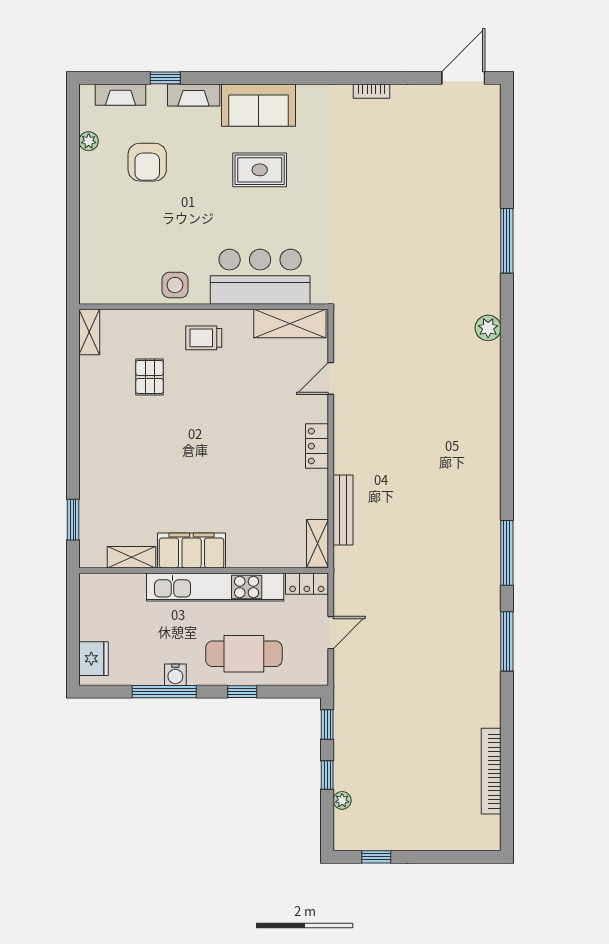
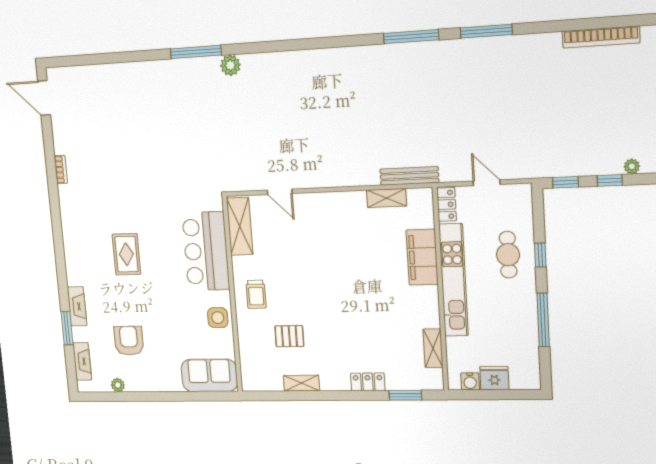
window: (165, 78) -> (67, 328), width x1.50
sofa: (259, 105) -> (209, 375), moved, turned -90
armchair: (147, 162) -> (129, 341), turned -90
window: (507, 241) -> (196, 52), moved
shelving: (89, 332) -> (301, 383), moved
locker: (317, 446) -> (368, 382), moved, turned 180
bench: (343, 510) -> (409, 176), moved
shelving: (318, 543) -> (386, 198), moved
filing cabinet: (192, 550) -> (422, 257), moved
cafe table: (244, 654) -> (508, 255), width x0.73, depth x0.74
fridge: (94, 659) -> (494, 378), moved
water cooler: (175, 675) -> (470, 381), moved, turned 90

